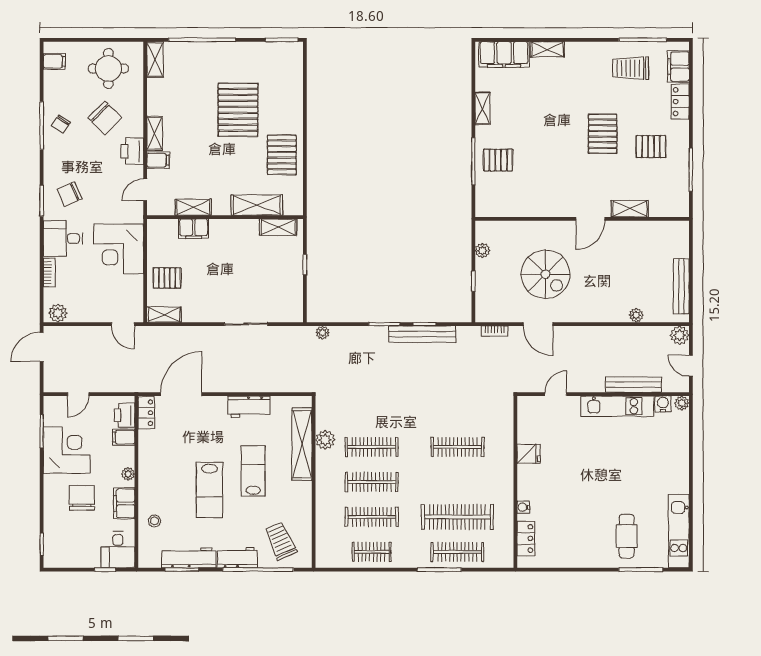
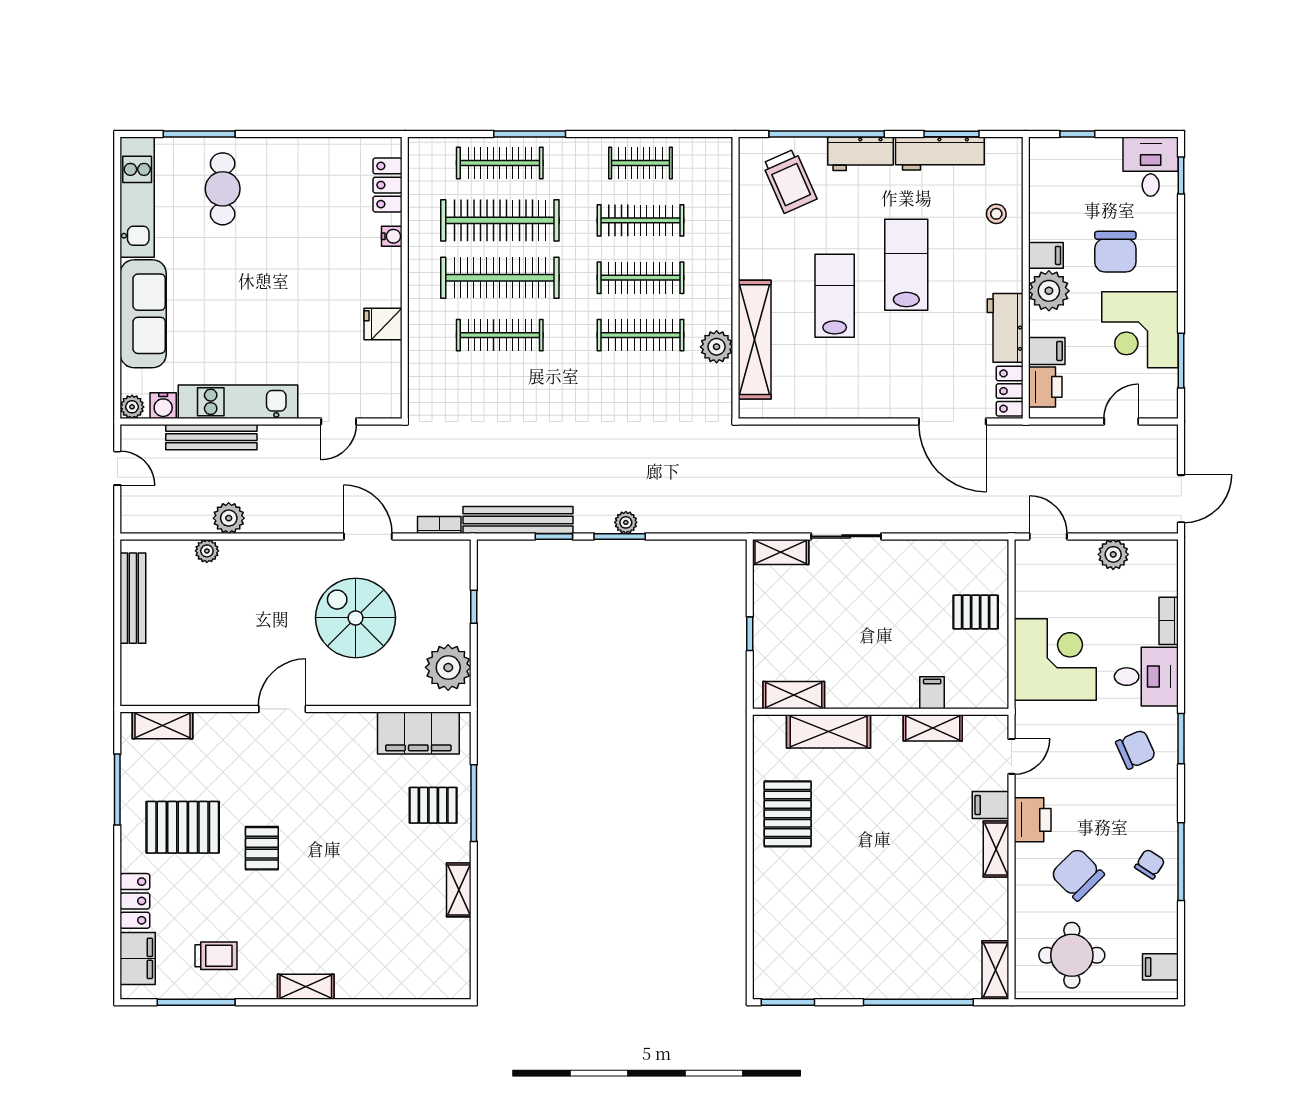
shelving: (547, 49) -> (306, 987), moved
filing cabinet: (504, 55) -> (418, 733), moved, turned 180
trolley: (631, 68) -> (216, 956), width x0.73, depth x0.72
pallet: (238, 110) -> (859, 887), removed
pallet: (603, 134) -> (262, 848), width x0.67, depth x0.71
pallet: (651, 147) -> (183, 827), width x1.50, depth x1.42
shelving: (630, 209) -> (163, 725), moved
filing cabinet: (194, 229) -> (932, 693), width x0.50
plant: (482, 251) -> (448, 667), width x1.88, depth x1.88
plant: (58, 313) -> (1113, 554), moved
shelving: (164, 315) -> (781, 552), moved
plant: (323, 333) -> (626, 522), moved
bench: (422, 334) -> (518, 520), moved
plant: (680, 335) -> (229, 518), moved
door: (181, 394) -> (952, 421), hinge flipped
workbench: (249, 407) -> (1005, 328), moved, turned -90
sofa: (675, 460) -> (143, 314), added
lab bench: (253, 471) -> (835, 296), turned 180
plant: (128, 474) -> (1049, 291), width x1.87, depth x1.87
clothes rail: (457, 482) -> (500, 278), added
filing cabinet: (124, 503) -> (1046, 255), width x0.50
desk: (118, 550) -> (1151, 167), moved

